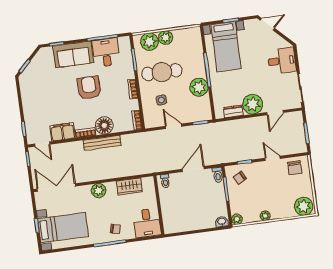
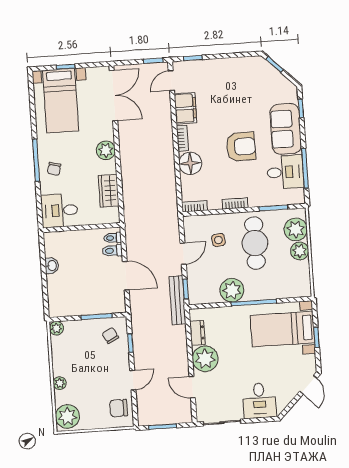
bench: (102, 143) -> (178, 300), moved
toilet: (218, 175) -> (112, 251), moved
plant: (265, 216) -> (60, 383), moved
washbasin: (222, 222) -> (52, 266), moved

